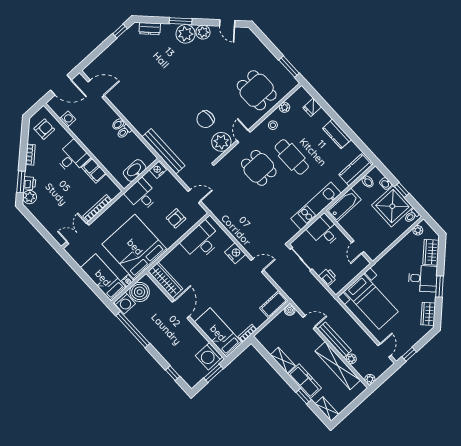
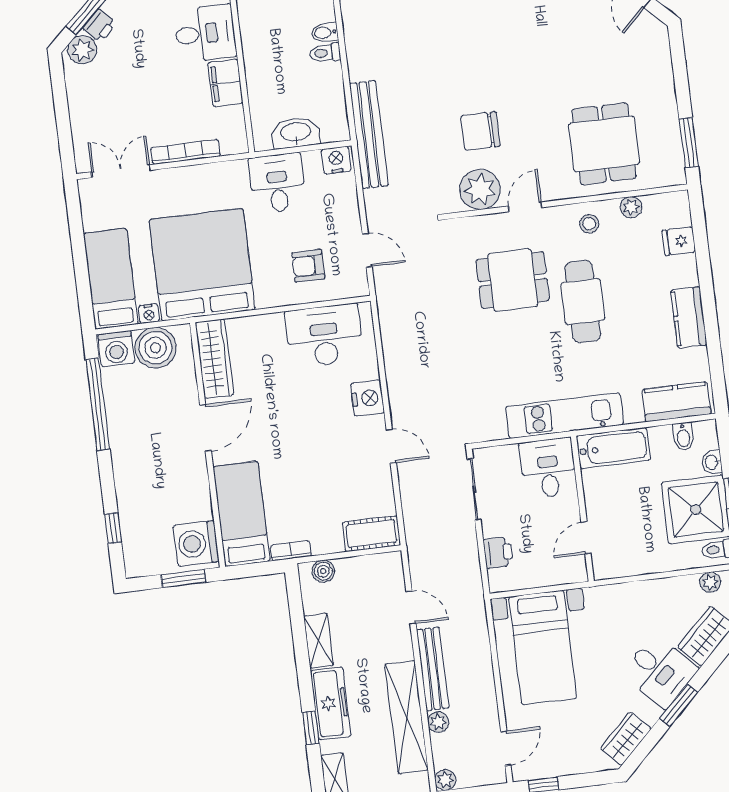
dining table: (259, 168) -> (513, 280), turned 90
boiler: (290, 310) -> (323, 571), moved

